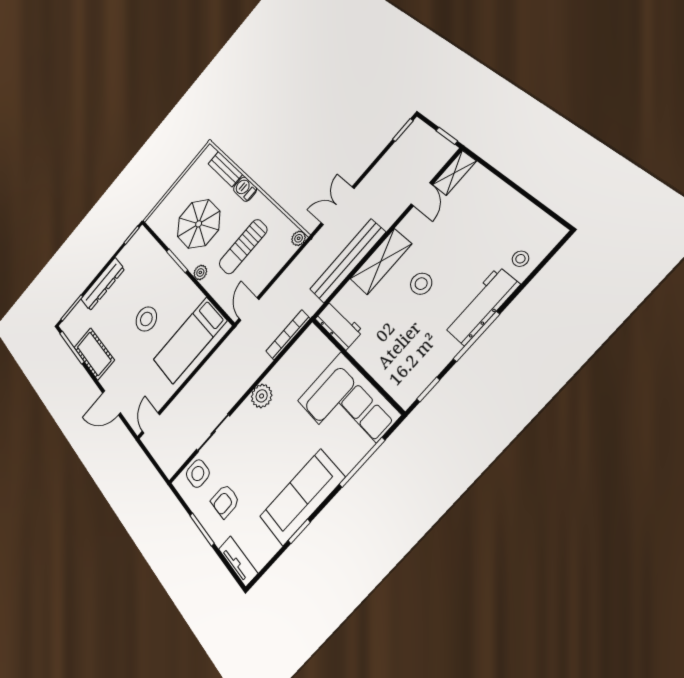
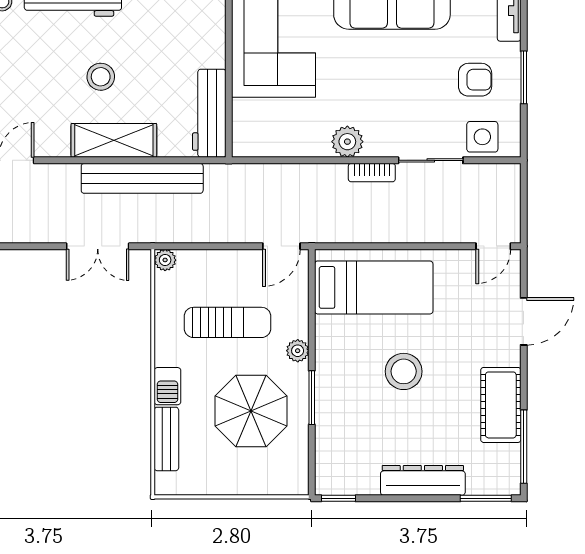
workbench: (339, 325) -> (209, 113), width x1.38
bookcase: (288, 335) -> (372, 173), moved, width x0.64
door: (111, 403) -> (524, 321), hinge flipped

